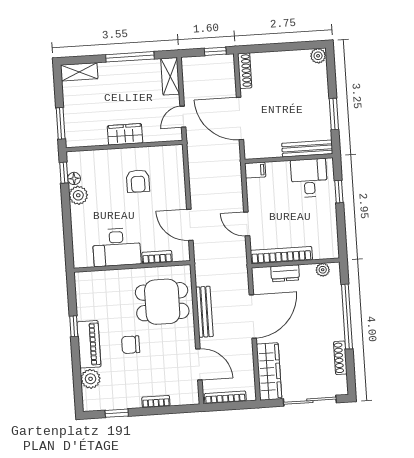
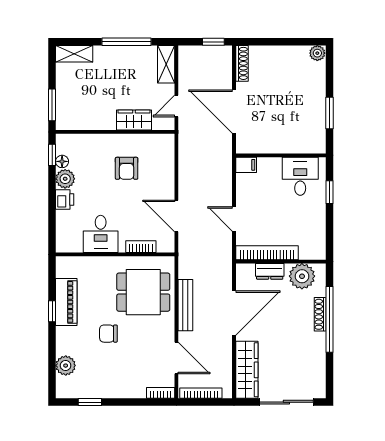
wardrobe: (125, 134) -> (134, 120), moved
bench: (307, 148) -> (300, 146), removed
printer: (79, 216) -> (65, 200), added
desk: (117, 247) -> (101, 234), width x0.73
plant: (323, 270) -> (302, 276), width x1.88, depth x1.88
piano: (89, 344) -> (66, 302), moved
shoe rack: (340, 358) -> (320, 314), moved
bookcase: (156, 402) -> (161, 393), moved

